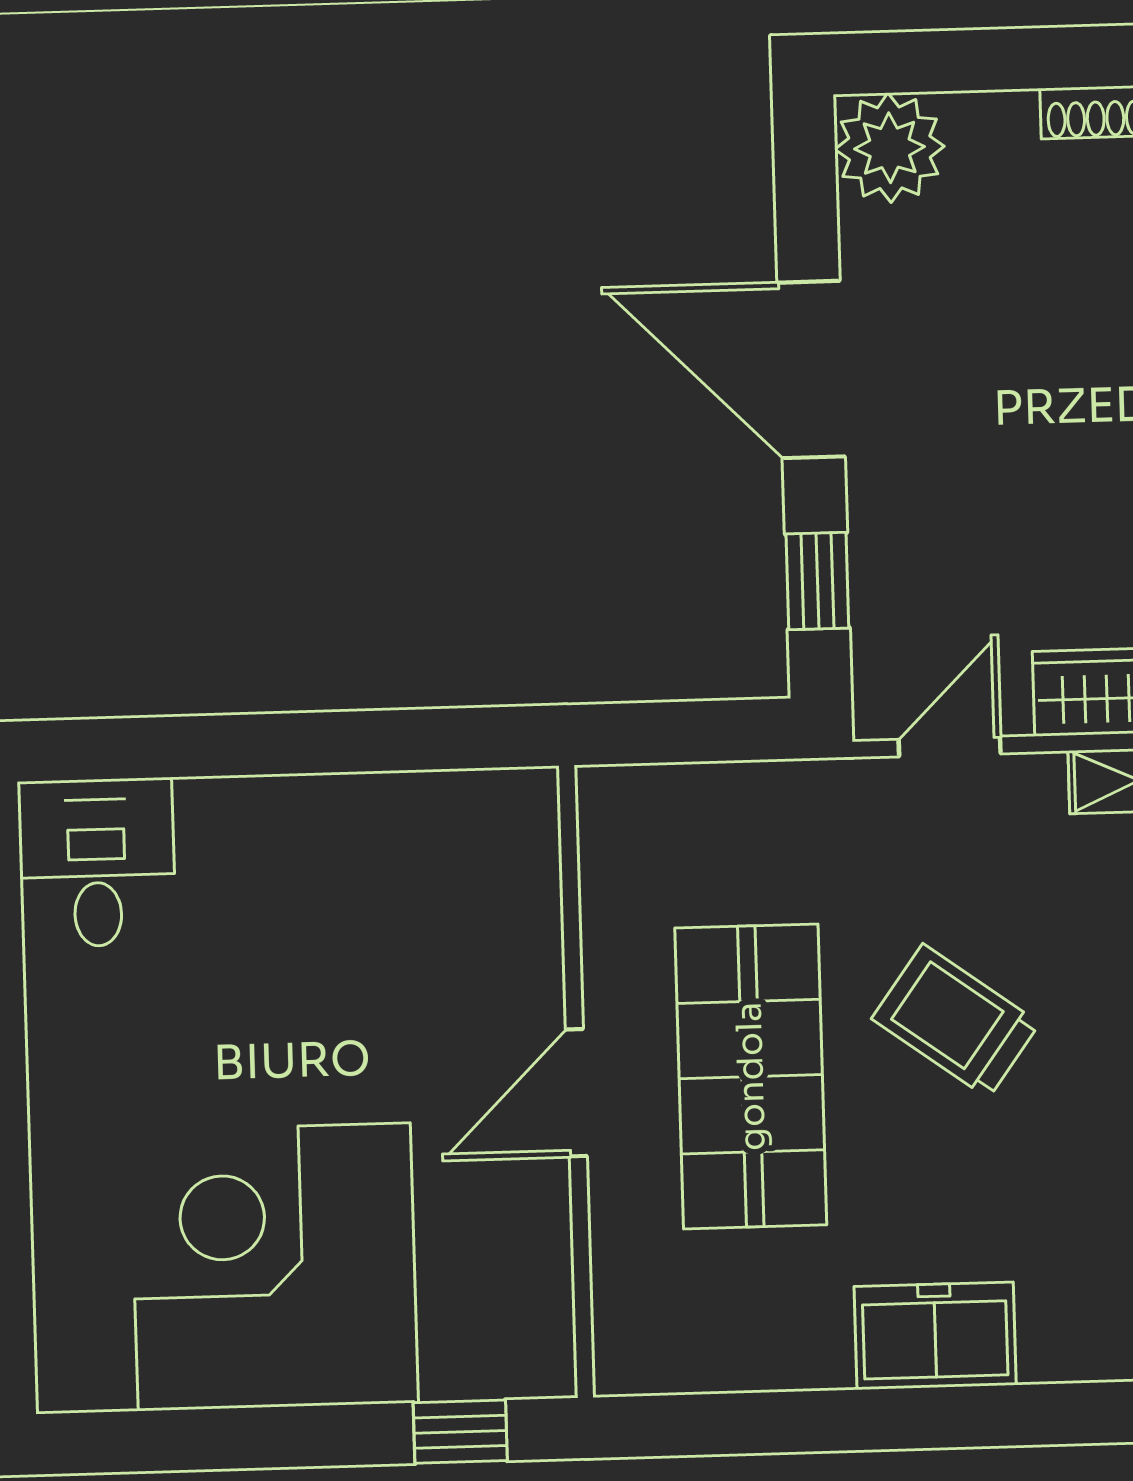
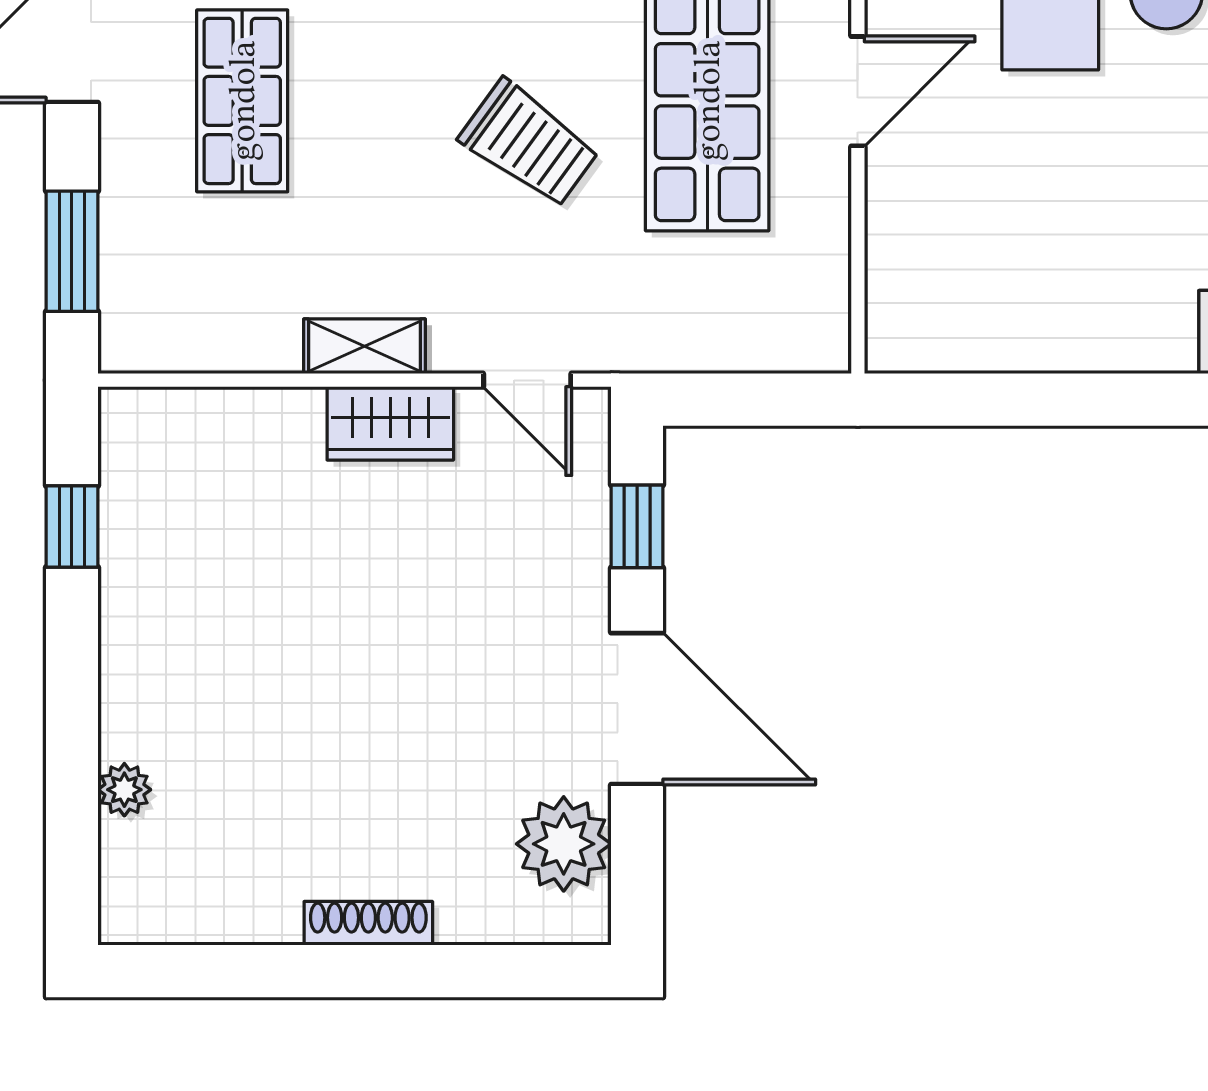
plant: (890, 148) -> (564, 844), moved
door: (950, 747) -> (527, 380), hinge flipped

